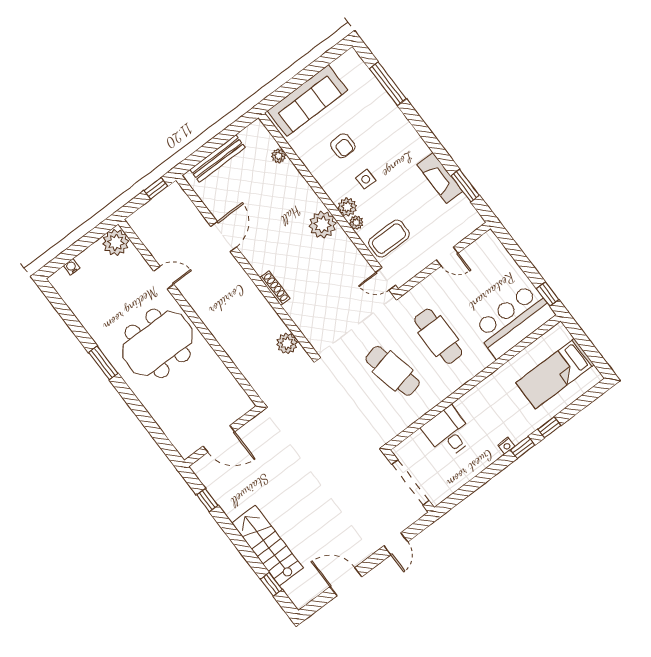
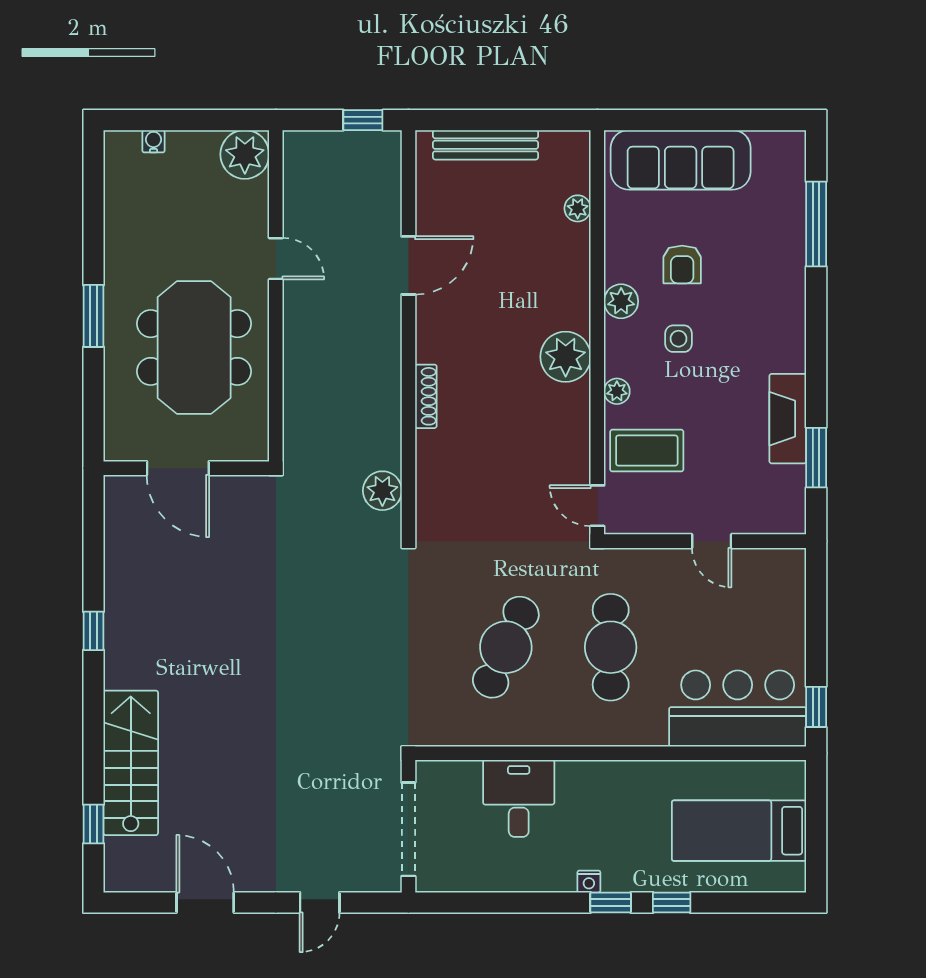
plant: (347, 207) -> (621, 301), moved
meeting table: (157, 343) -> (194, 348), turned 90
cafe table: (393, 371) -> (506, 647), turned 36
wall: (223, 436) -> (186, 468), moved
door: (219, 439) -> (178, 468), moved

